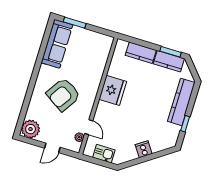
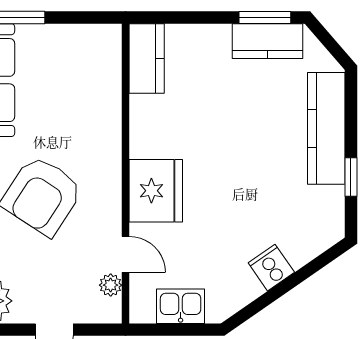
kitchen counter: (141, 53) -> (147, 58), moved, turned -90
fridge: (113, 90) -> (156, 191), moved

